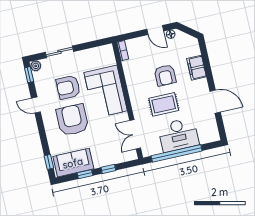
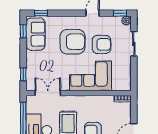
armchair: (68, 87) -> (102, 44), turned 90
window: (108, 169) -> (23, 74), moved
window: (85, 174) -> (23, 31), moved

